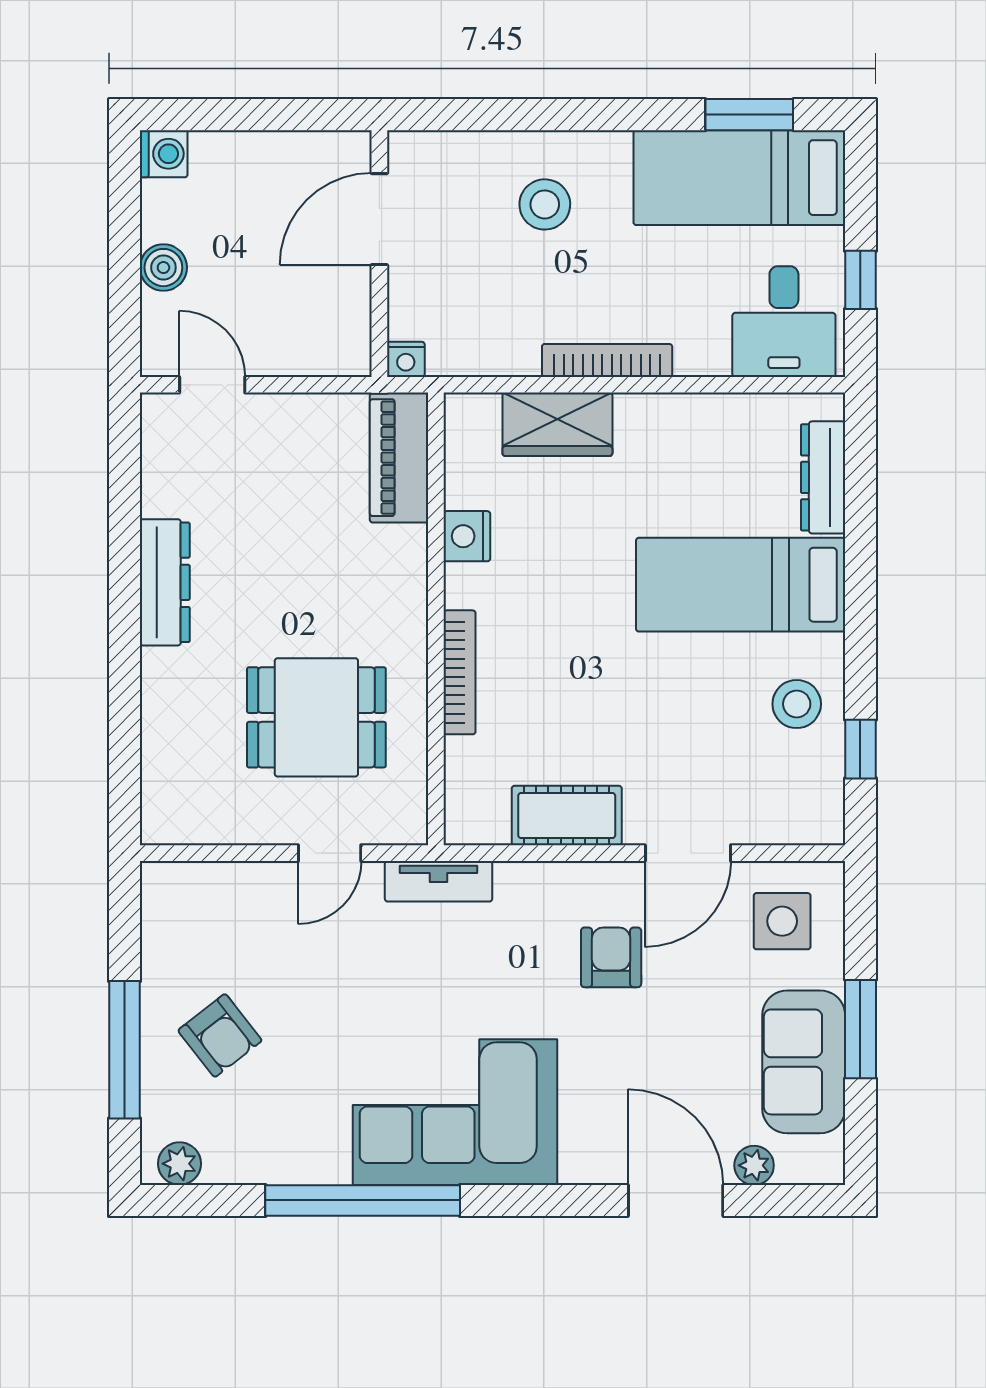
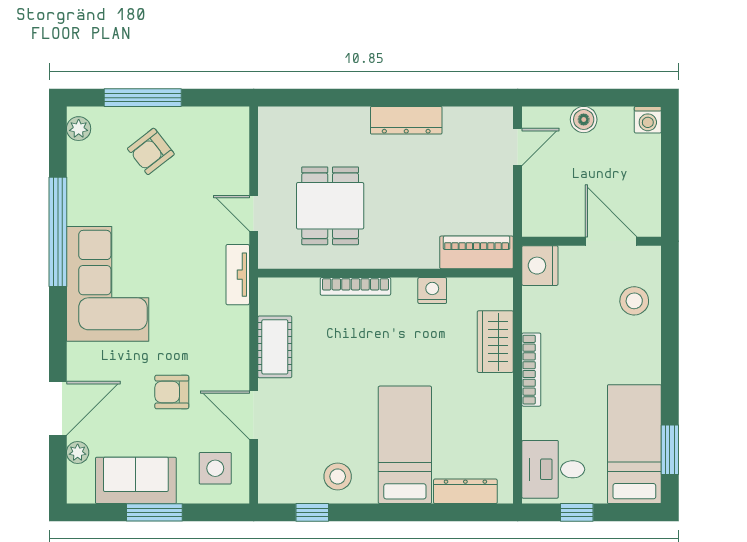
stool: (545, 204) -> (634, 301), moved
nightstand: (406, 359) -> (540, 266), width x1.89, depth x1.79
armchair: (611, 957) -> (172, 392), moved, turned 180

